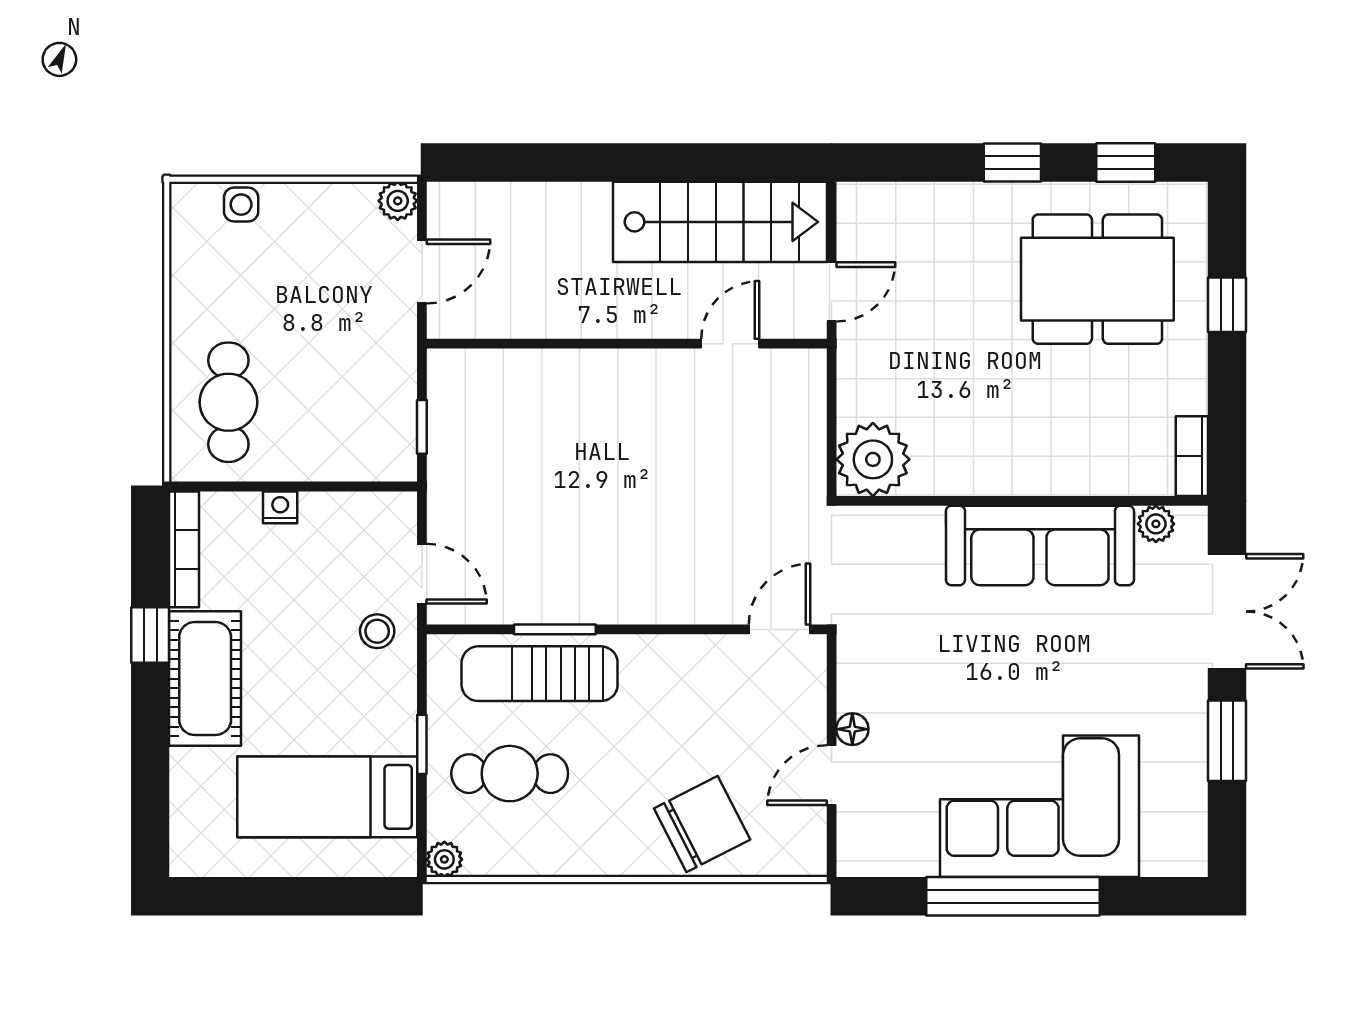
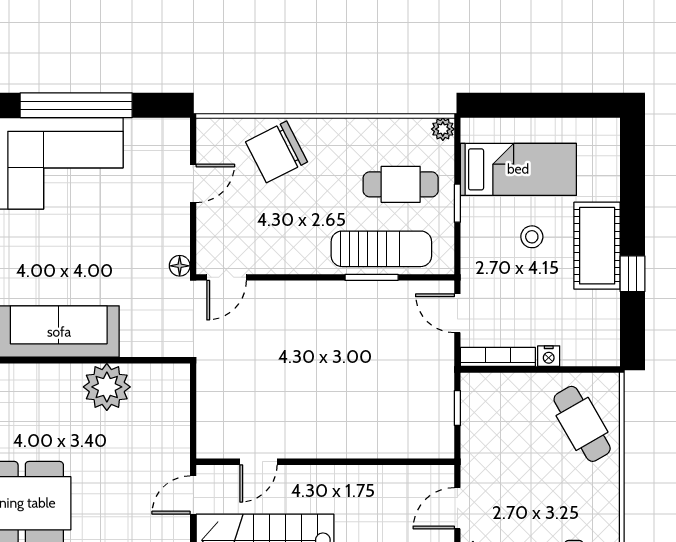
cafe table: (228, 402) -> (582, 424), turned -30
plant: (873, 459) -> (107, 387), moved
bookcase: (184, 549) -> (498, 357), moved, turned 90
stool: (377, 631) -> (532, 237), moved
floor lamp: (852, 729) -> (180, 266), moved

